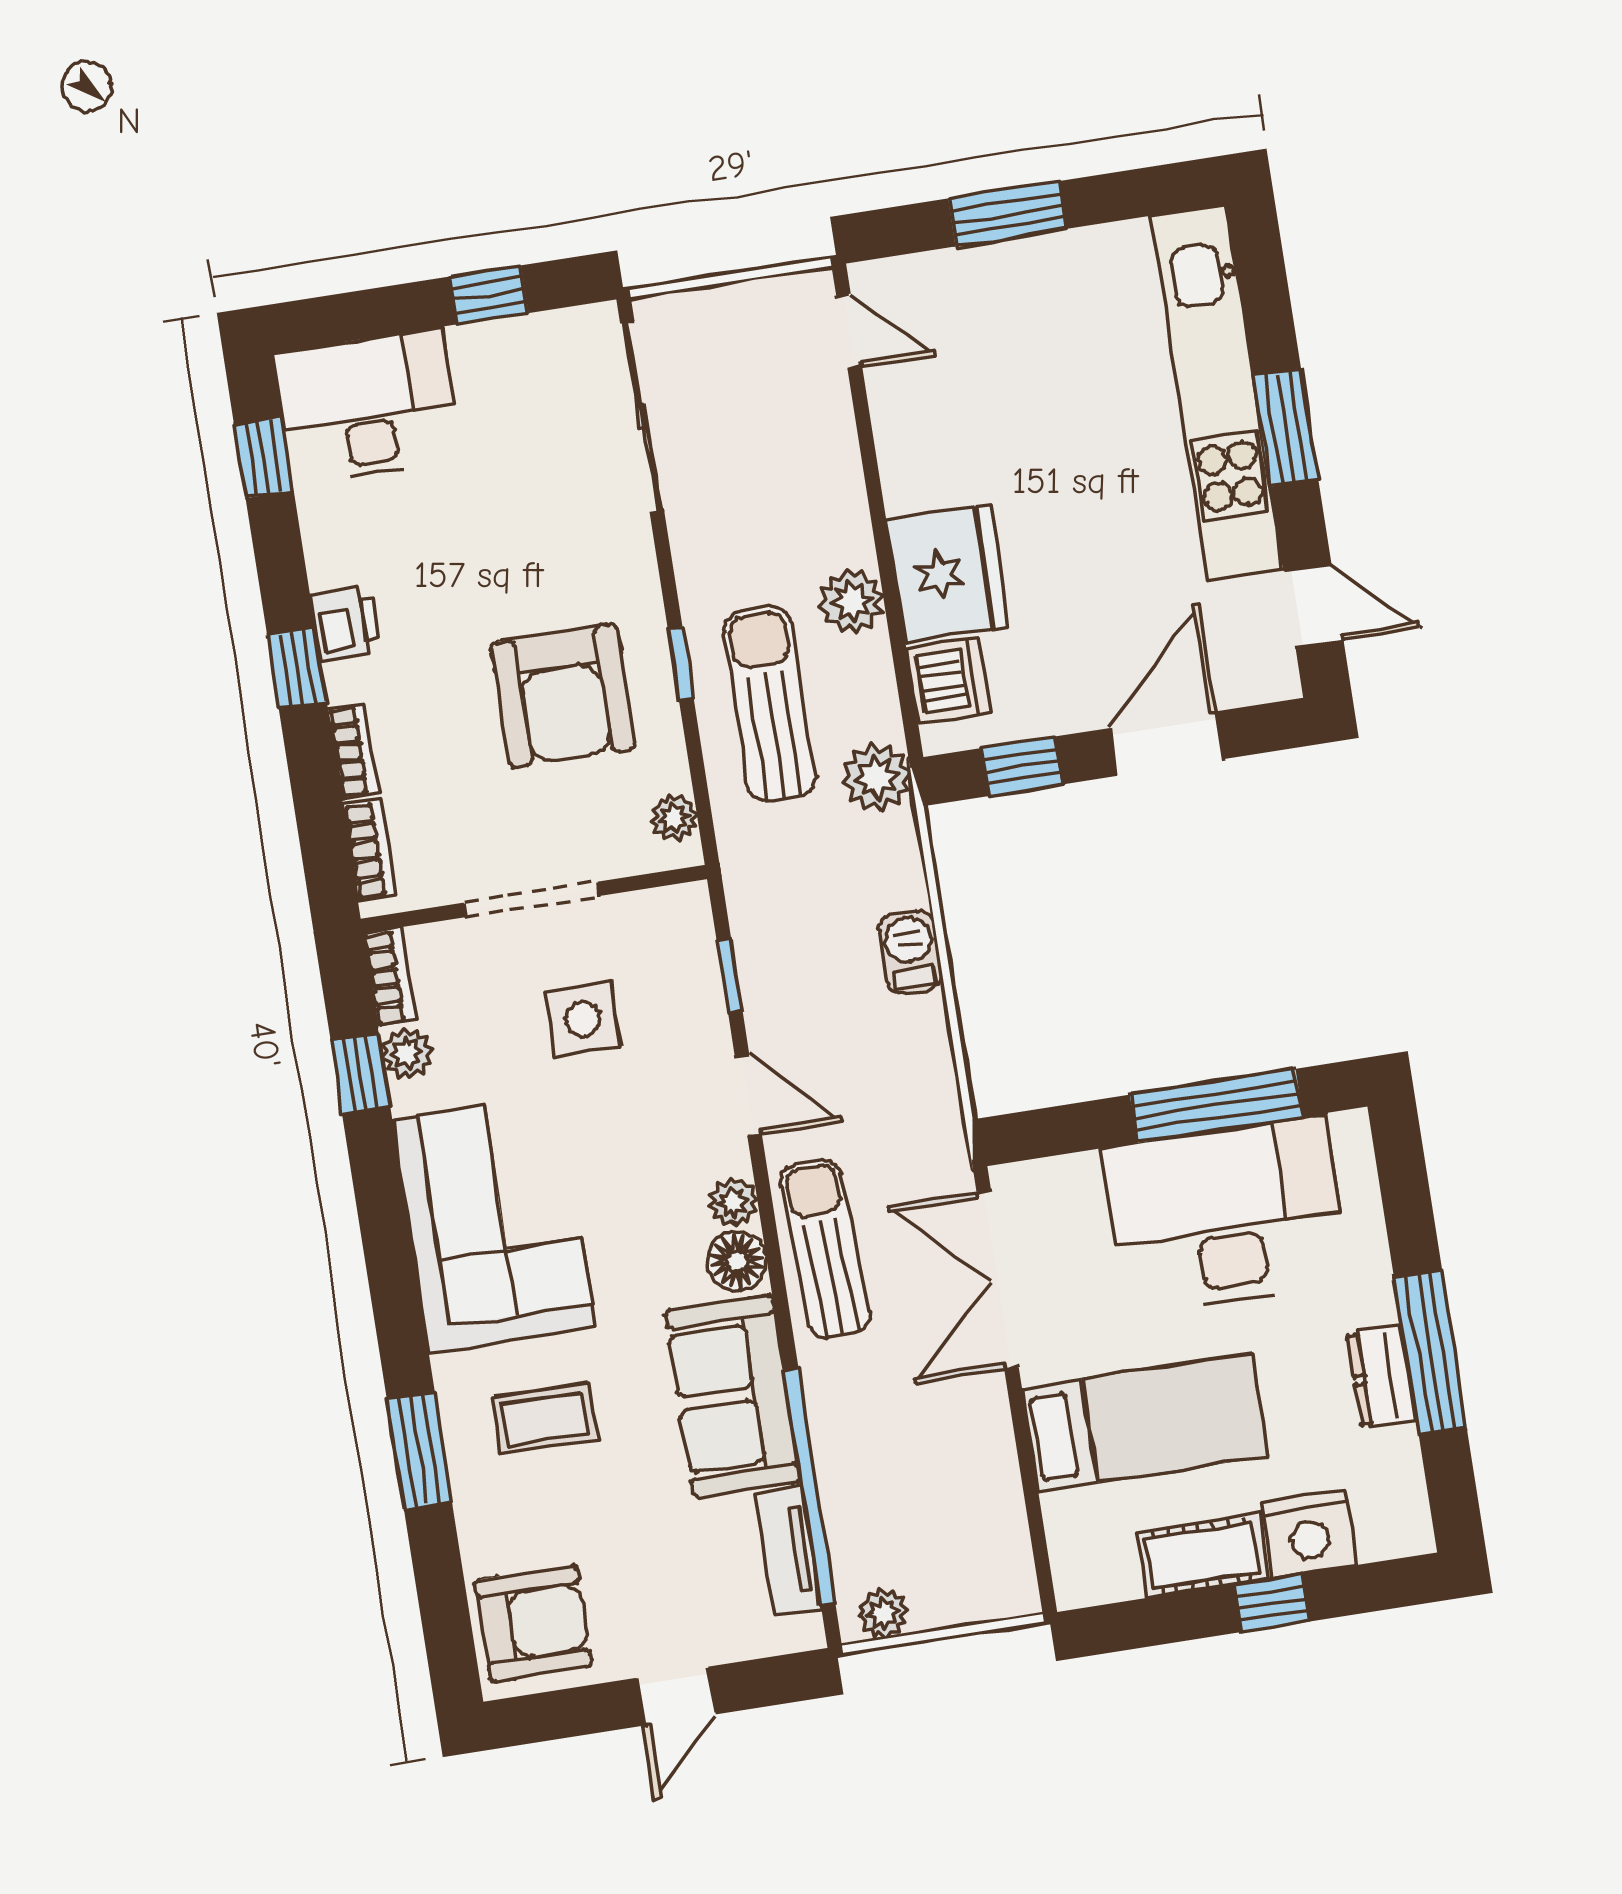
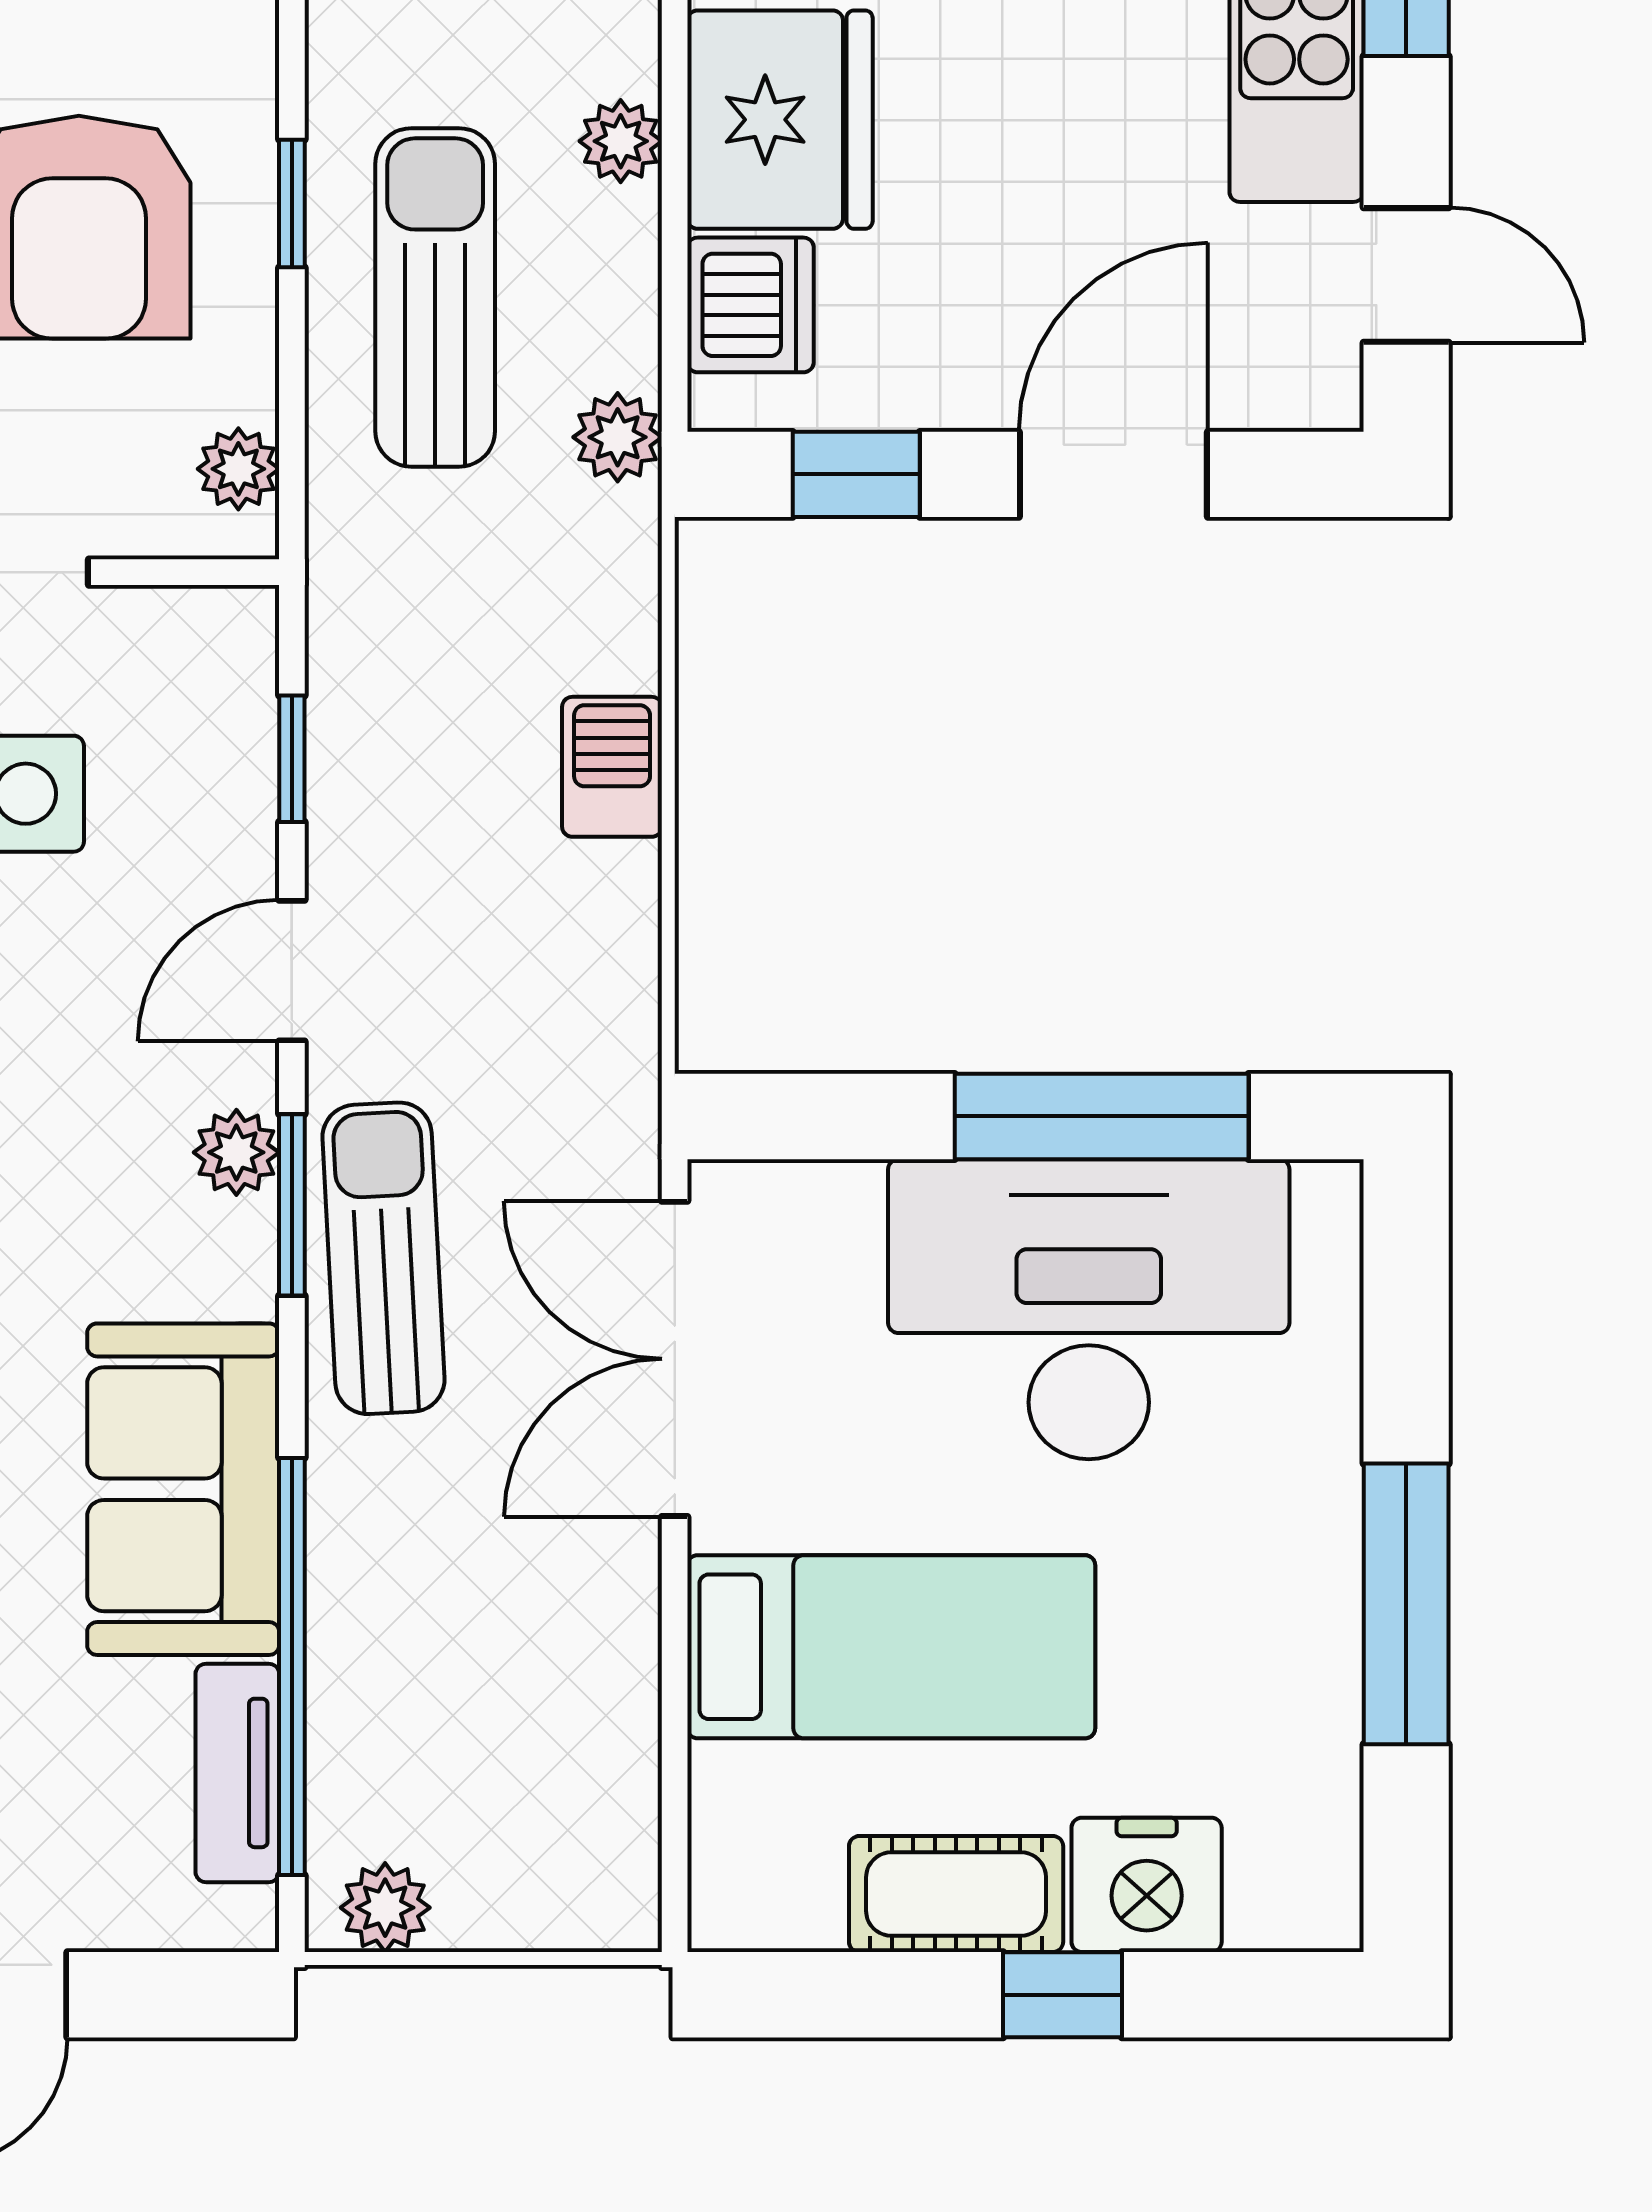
plant: (851, 601) -> (621, 141), width x0.73, depth x0.73
plant: (877, 777) -> (618, 437), width x0.73, depth x0.73
door: (748, 1095) -> (292, 971), swing flipped
window: (769, 1227) -> (292, 1205), added
floor lamp: (737, 1261) -> (227, 1256), removed
dresser: (1382, 1376) -> (1315, 1631), removed

